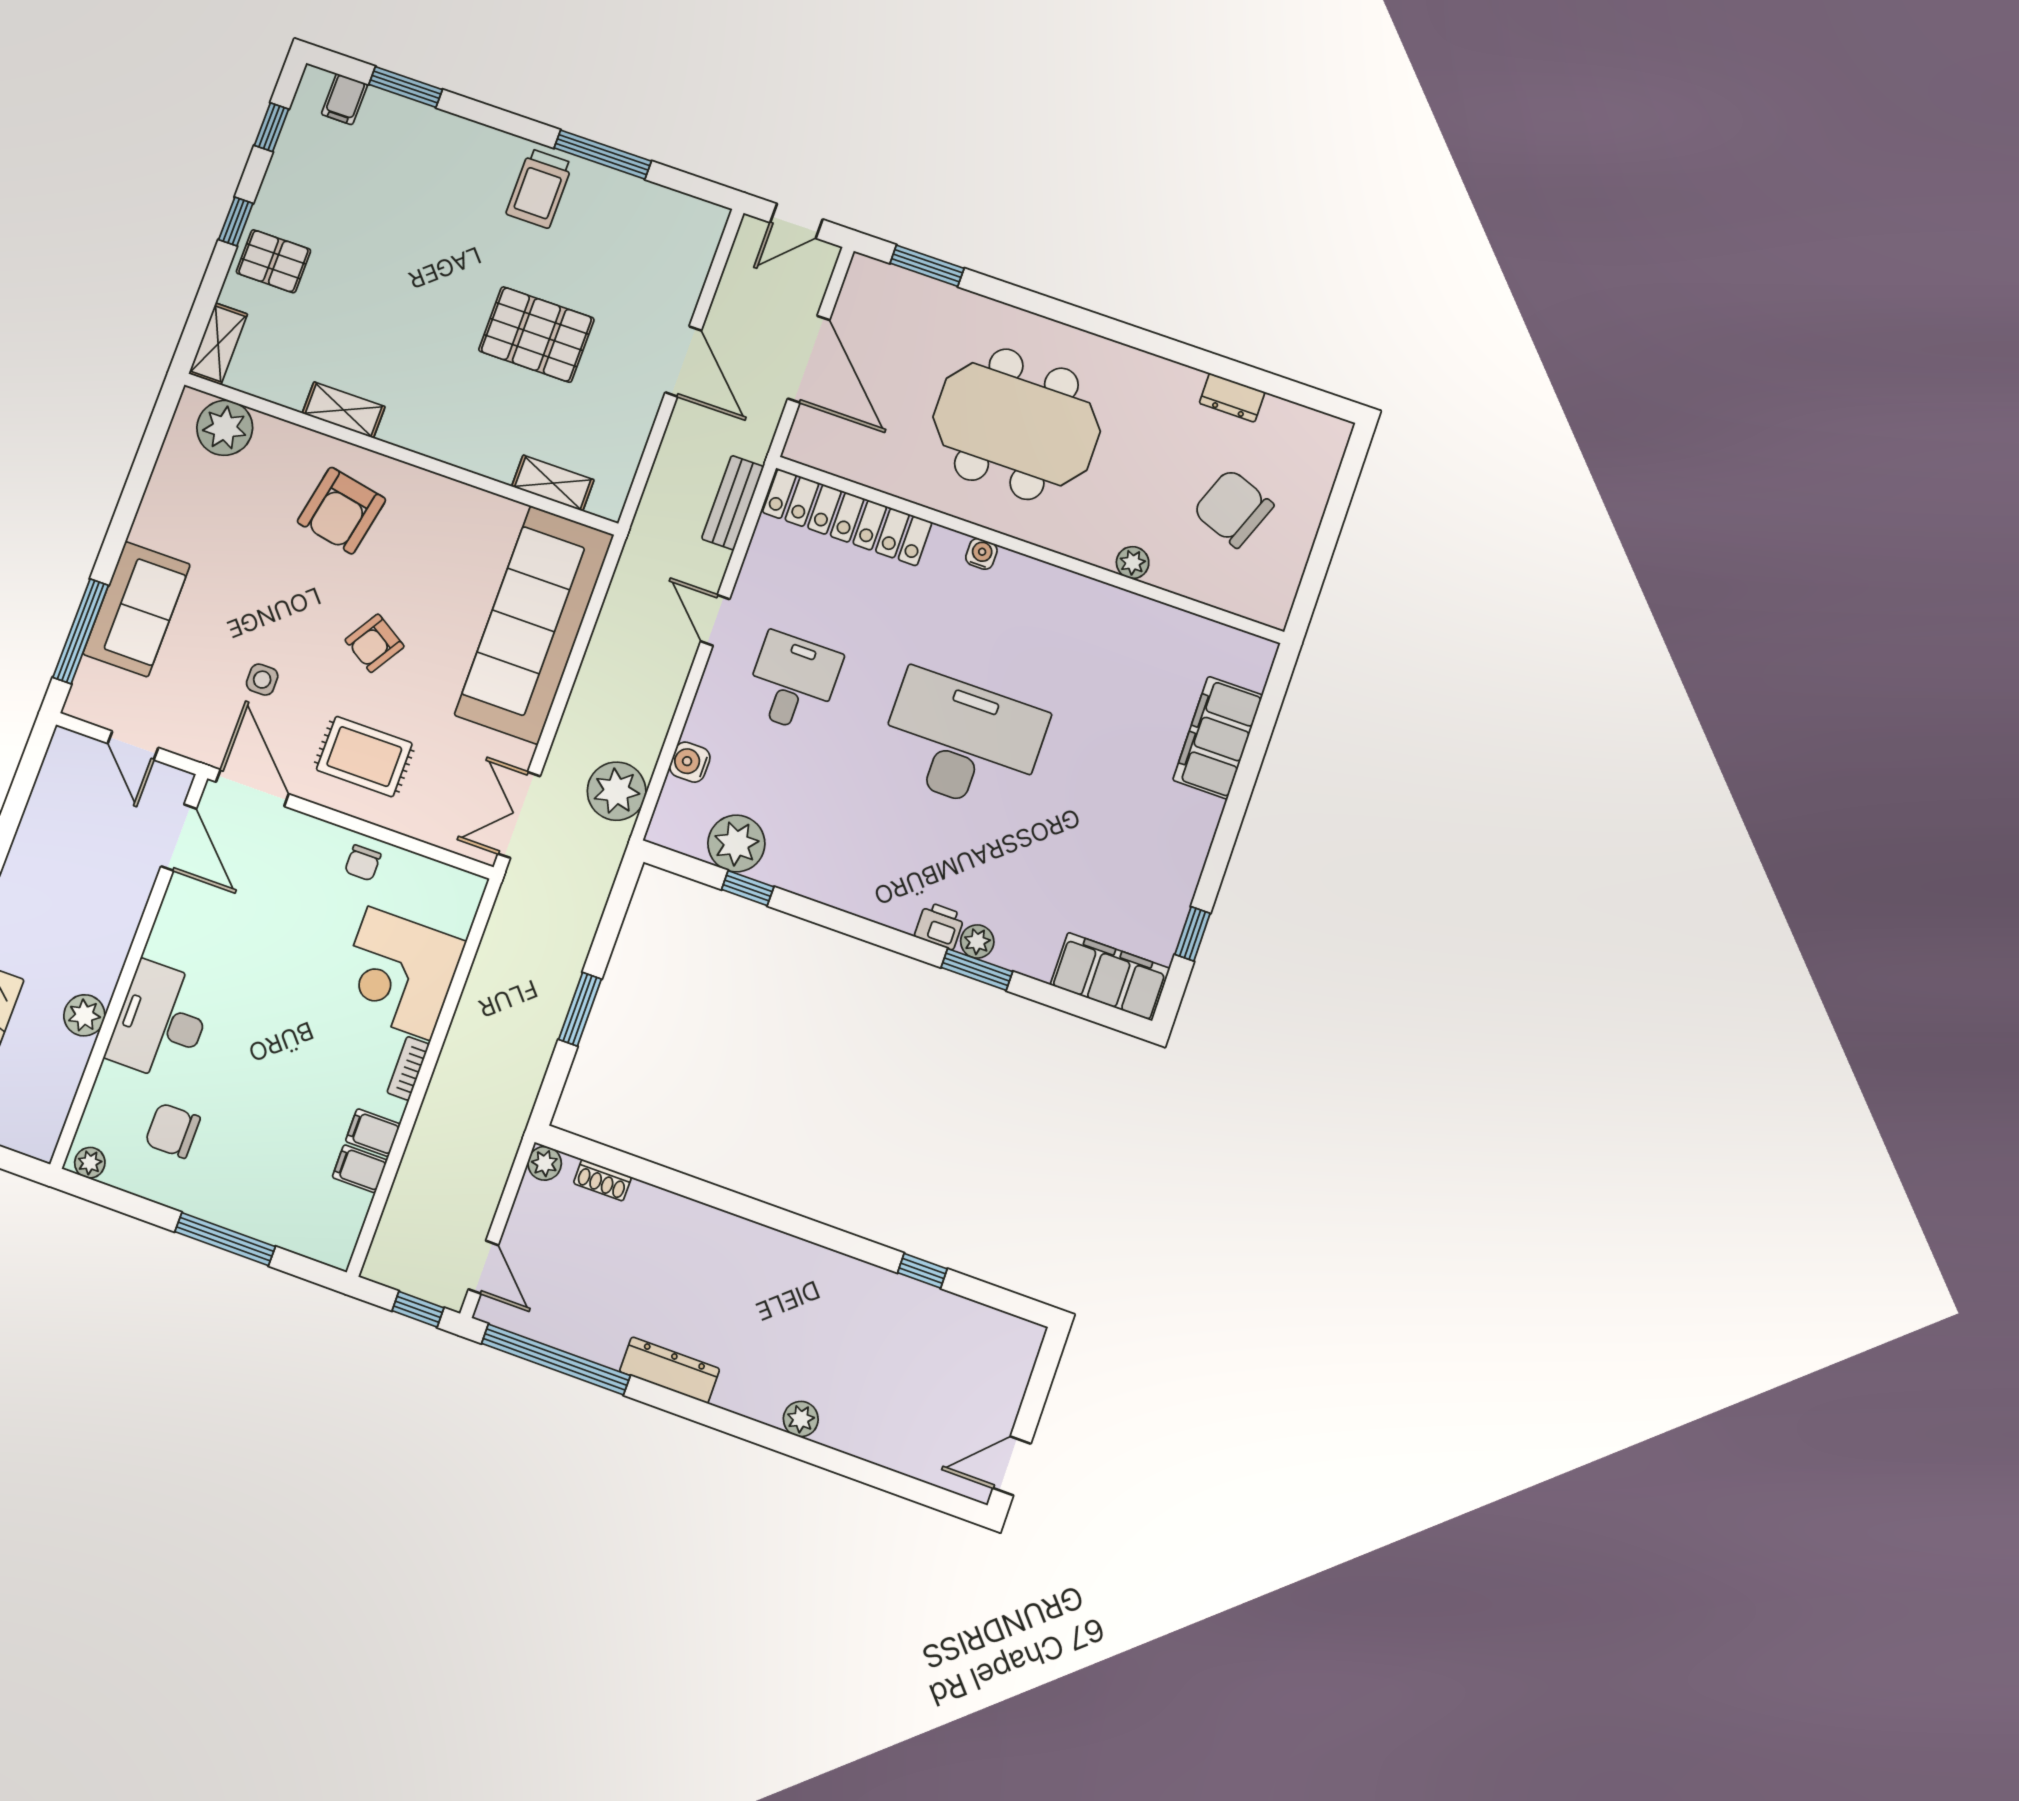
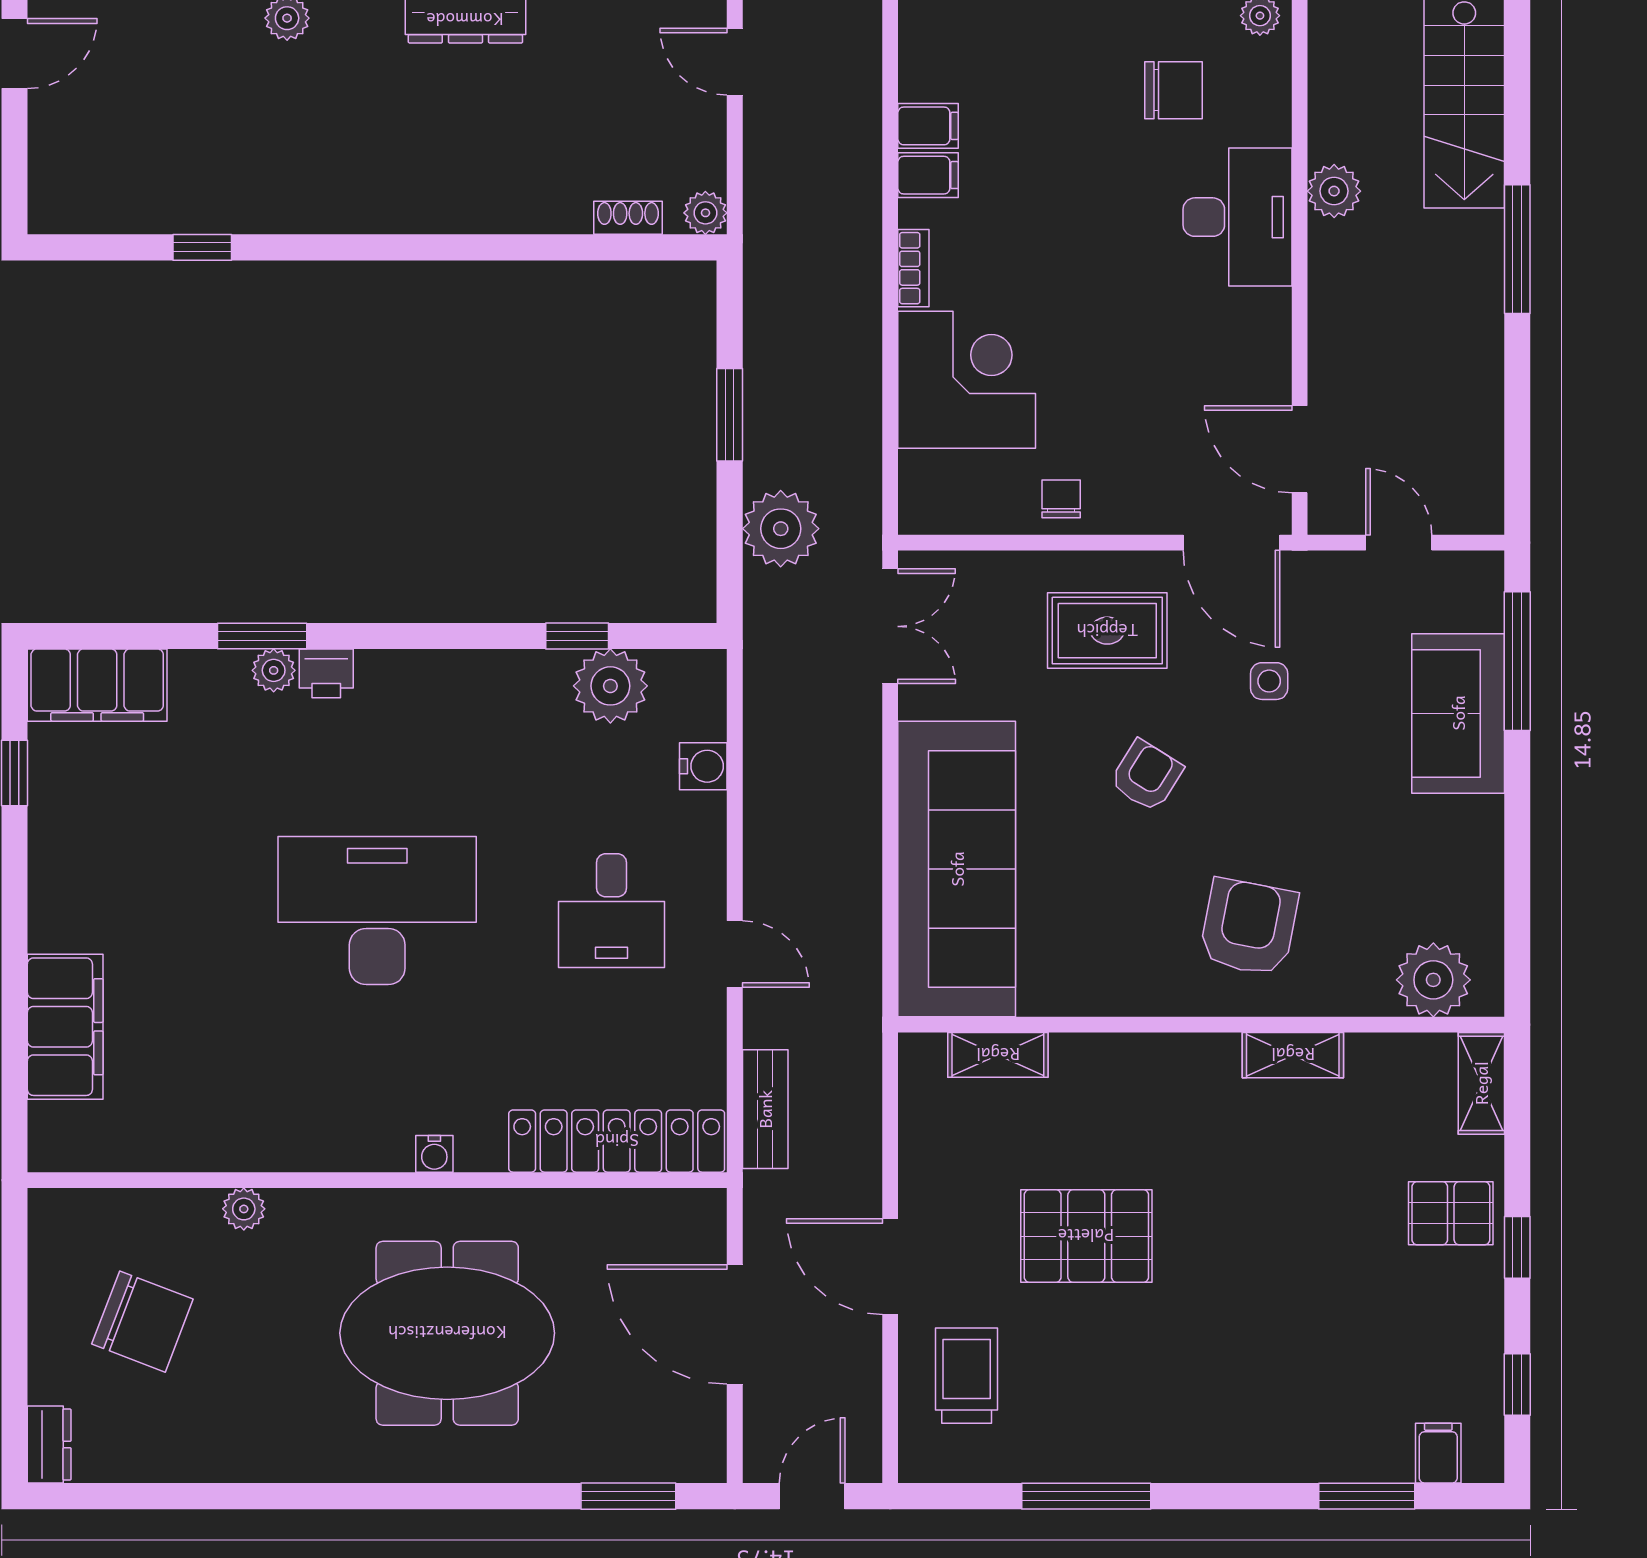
trolley: (539, 189) -> (967, 1376), moved
dresser: (1232, 398) -> (49, 1444), moved, turned 90
desk: (962, 742) -> (377, 911), turned 180
plant: (617, 791) -> (781, 529), moved

